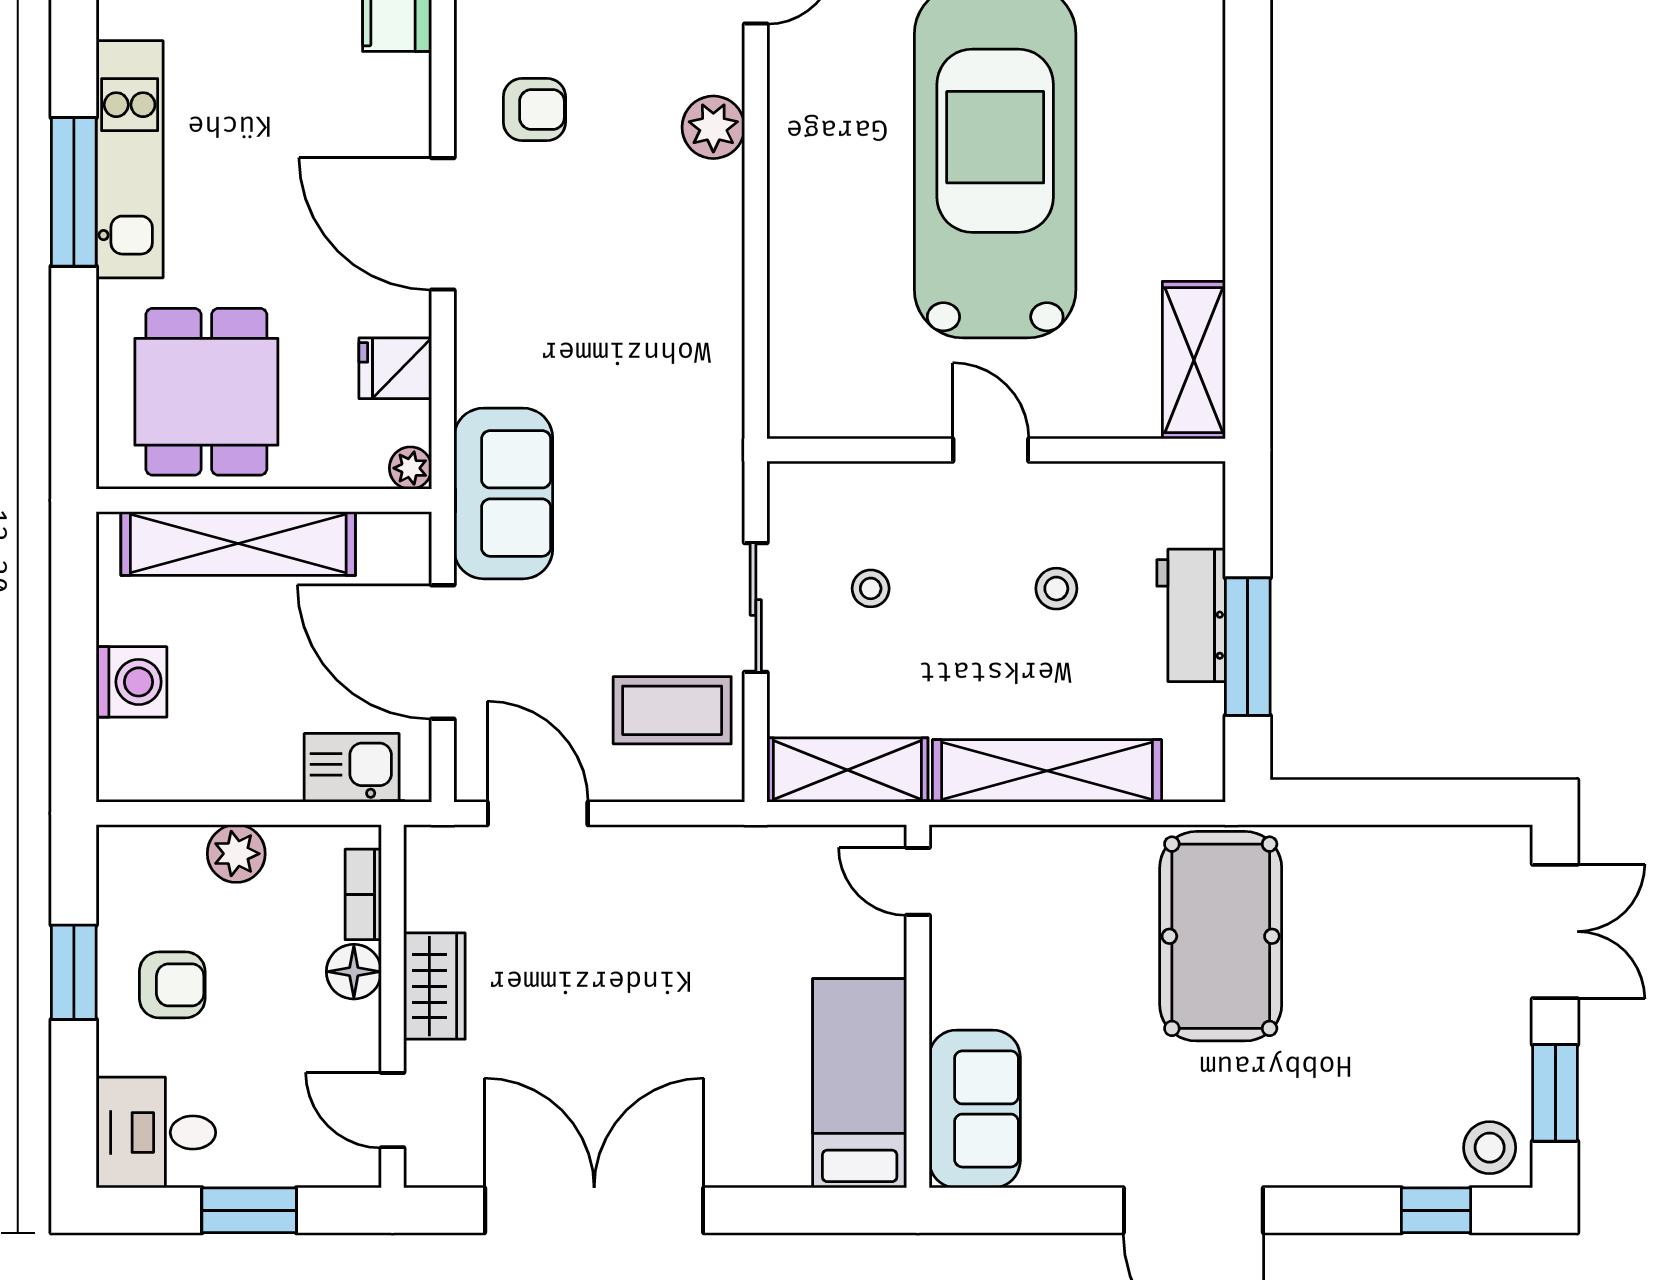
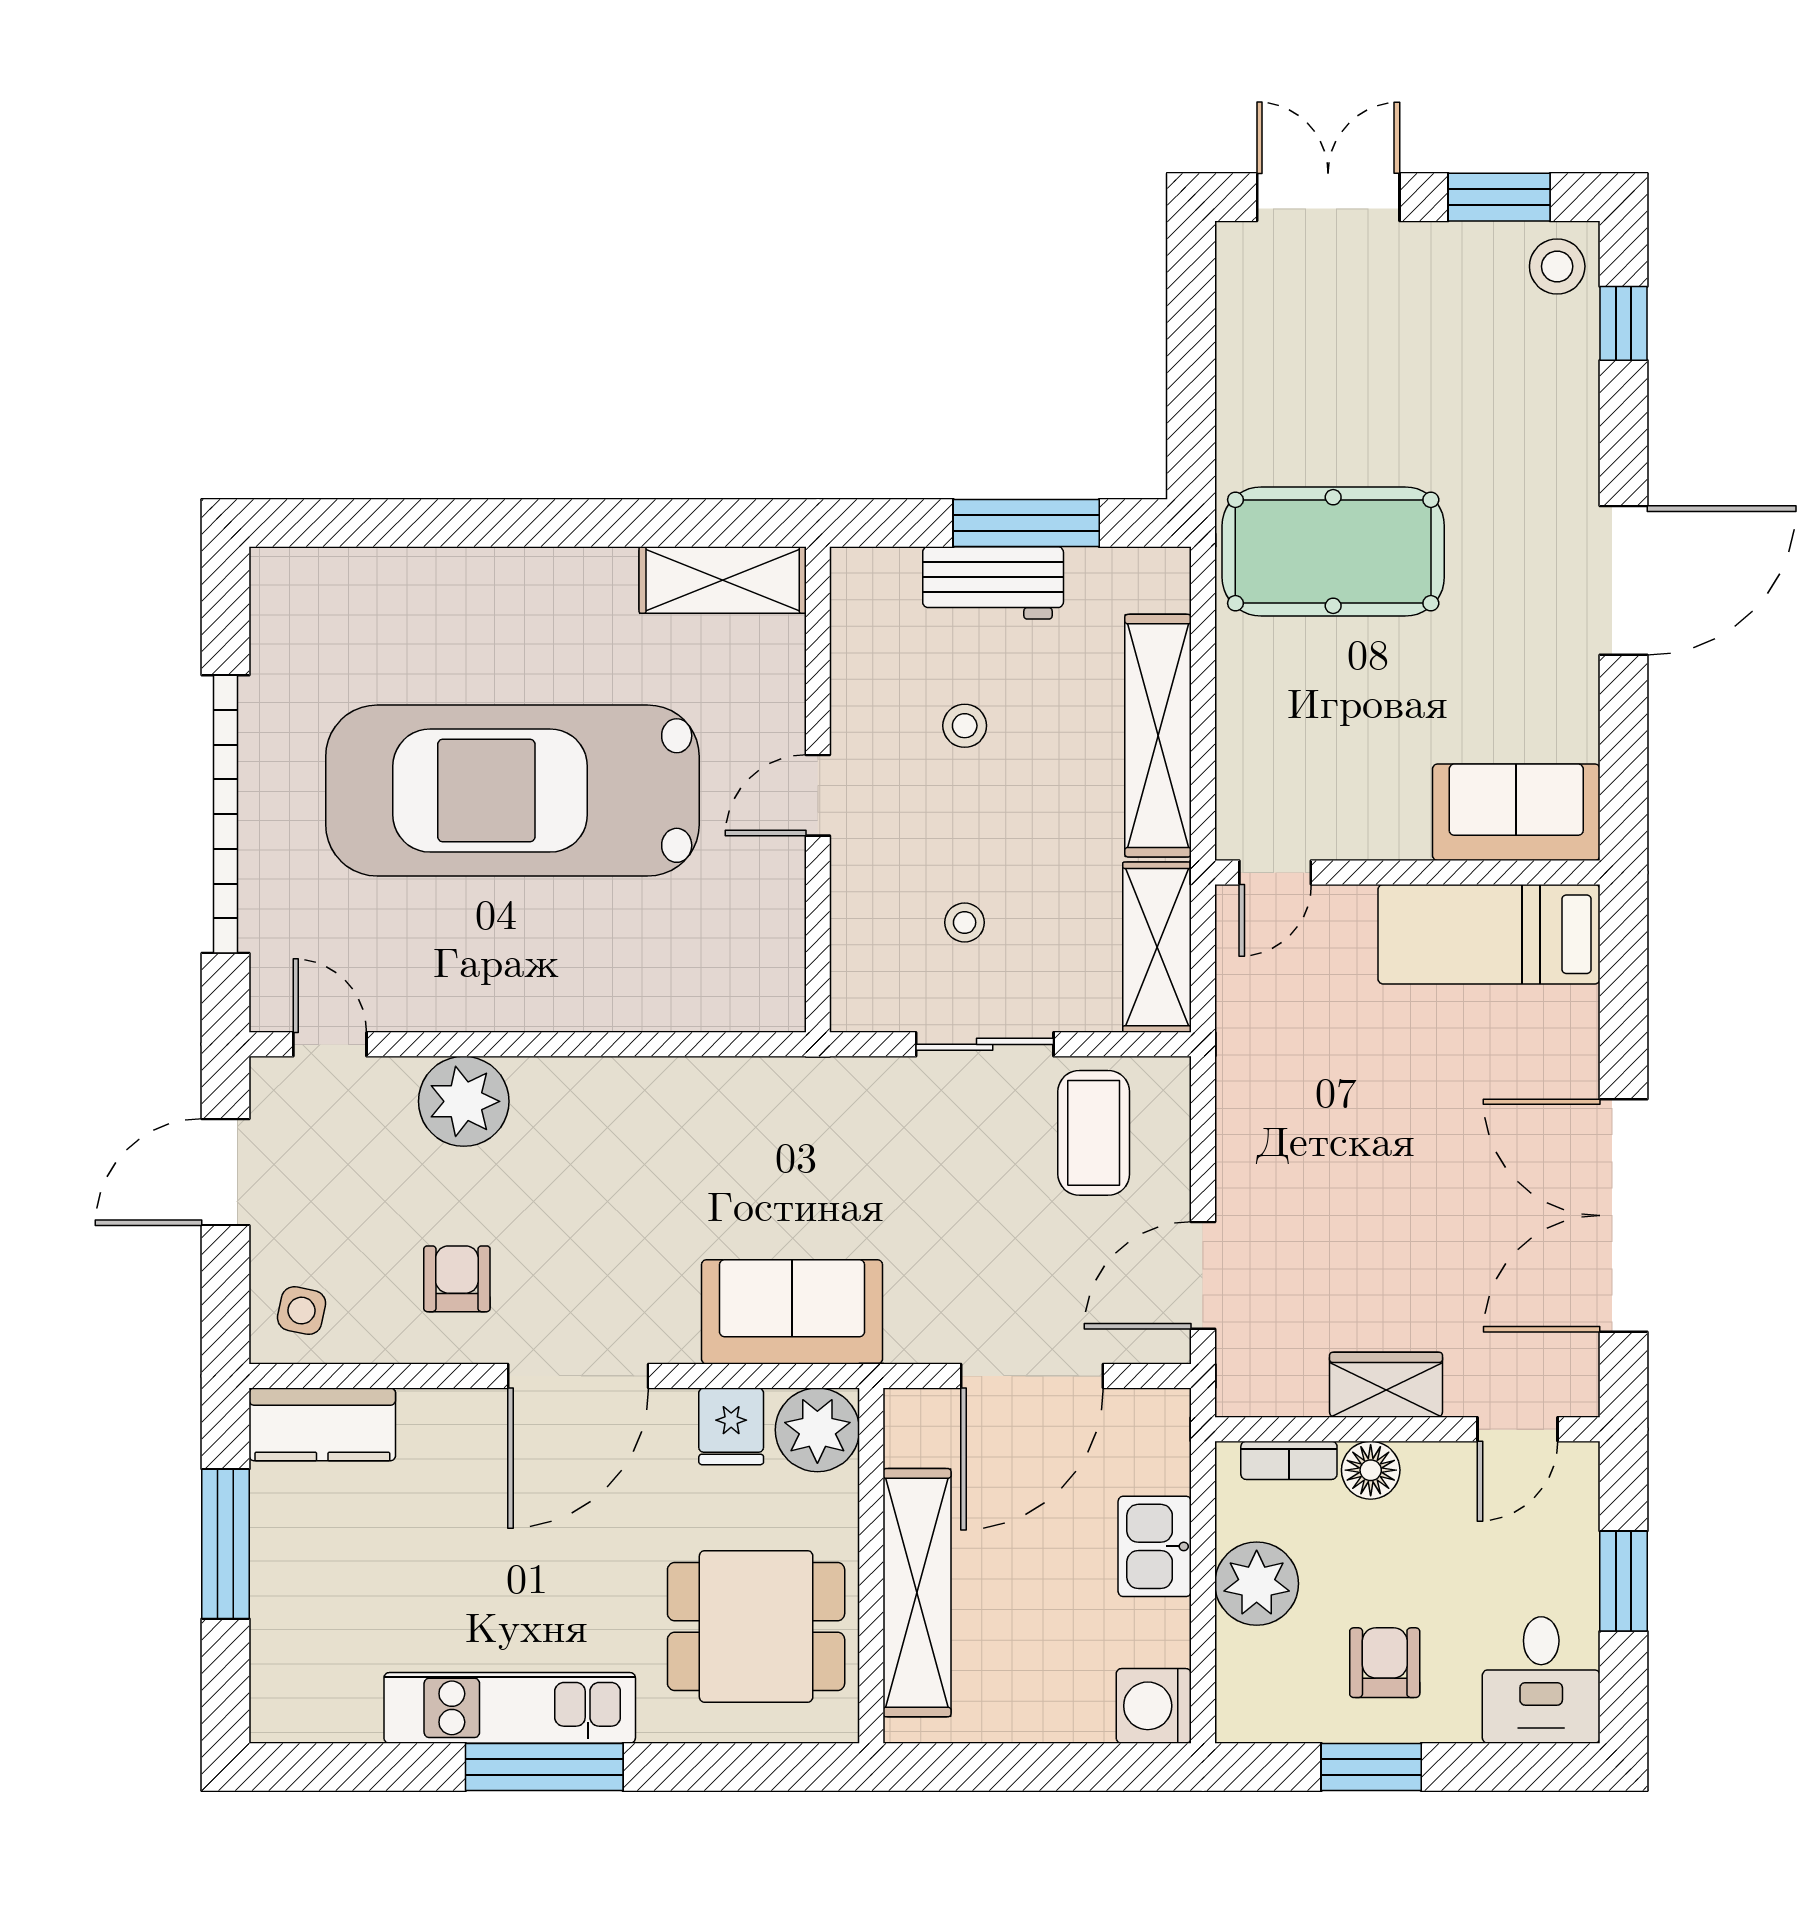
plant: (713, 127) -> (464, 1101), width x1.36, depth x1.36
plant: (410, 468) -> (817, 1430), width x1.87, depth x1.87
sofa: (503, 493) -> (792, 1312), moved
washing machine: (131, 682) -> (1154, 1706), moved, turned -90
kitchen sink: (352, 768) -> (1155, 1546), moved
plant: (236, 854) -> (1257, 1584), width x1.36, depth x1.36

